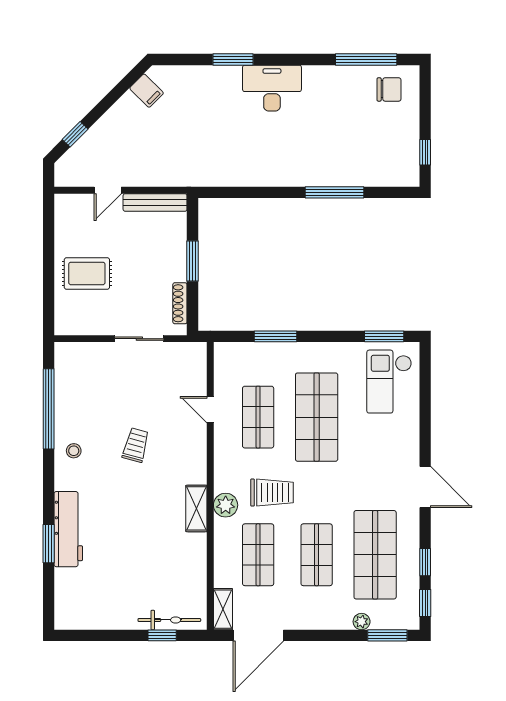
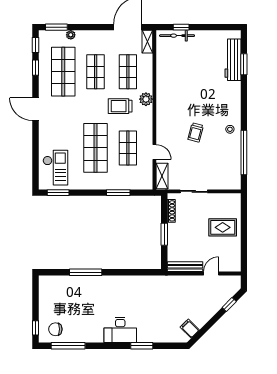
window: (425, 152) -> (35, 328), moved
shelving: (196, 508) -> (162, 176), moved
workbench: (68, 529) -> (233, 60), moved
window: (49, 544) -> (244, 64), moved

